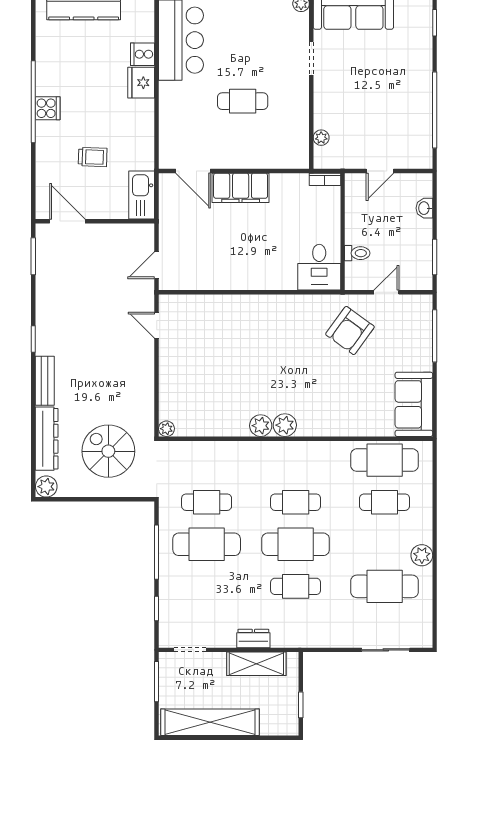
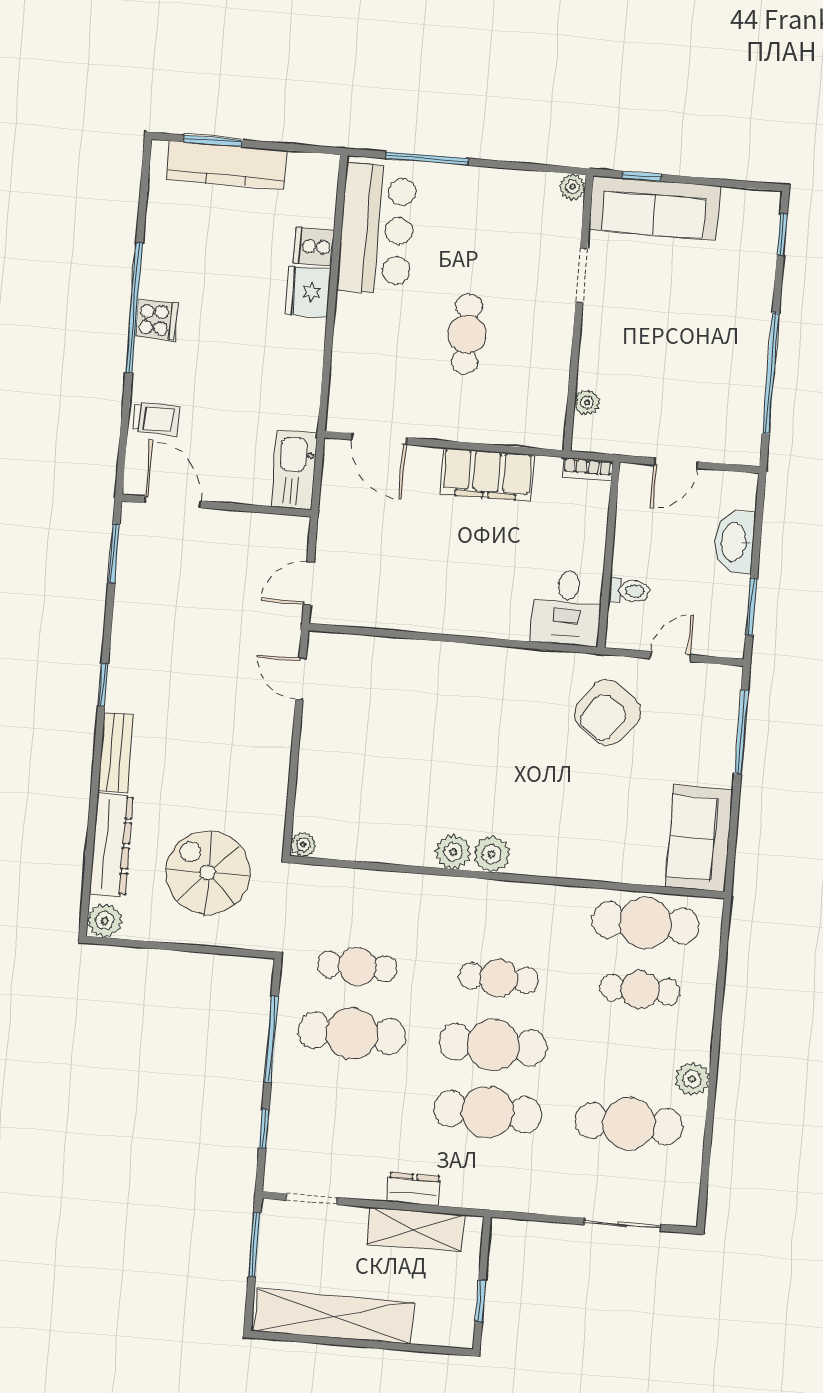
cafe table: (243, 101) -> (467, 334), turned 90
trolley: (93, 157) -> (156, 419), moved
filing cabinet: (241, 188) -> (487, 474), moved
washbasin: (424, 208) -> (735, 542), width x1.91, depth x1.45
cafe table: (296, 586) -> (488, 1112), width x1.37, depth x1.35

